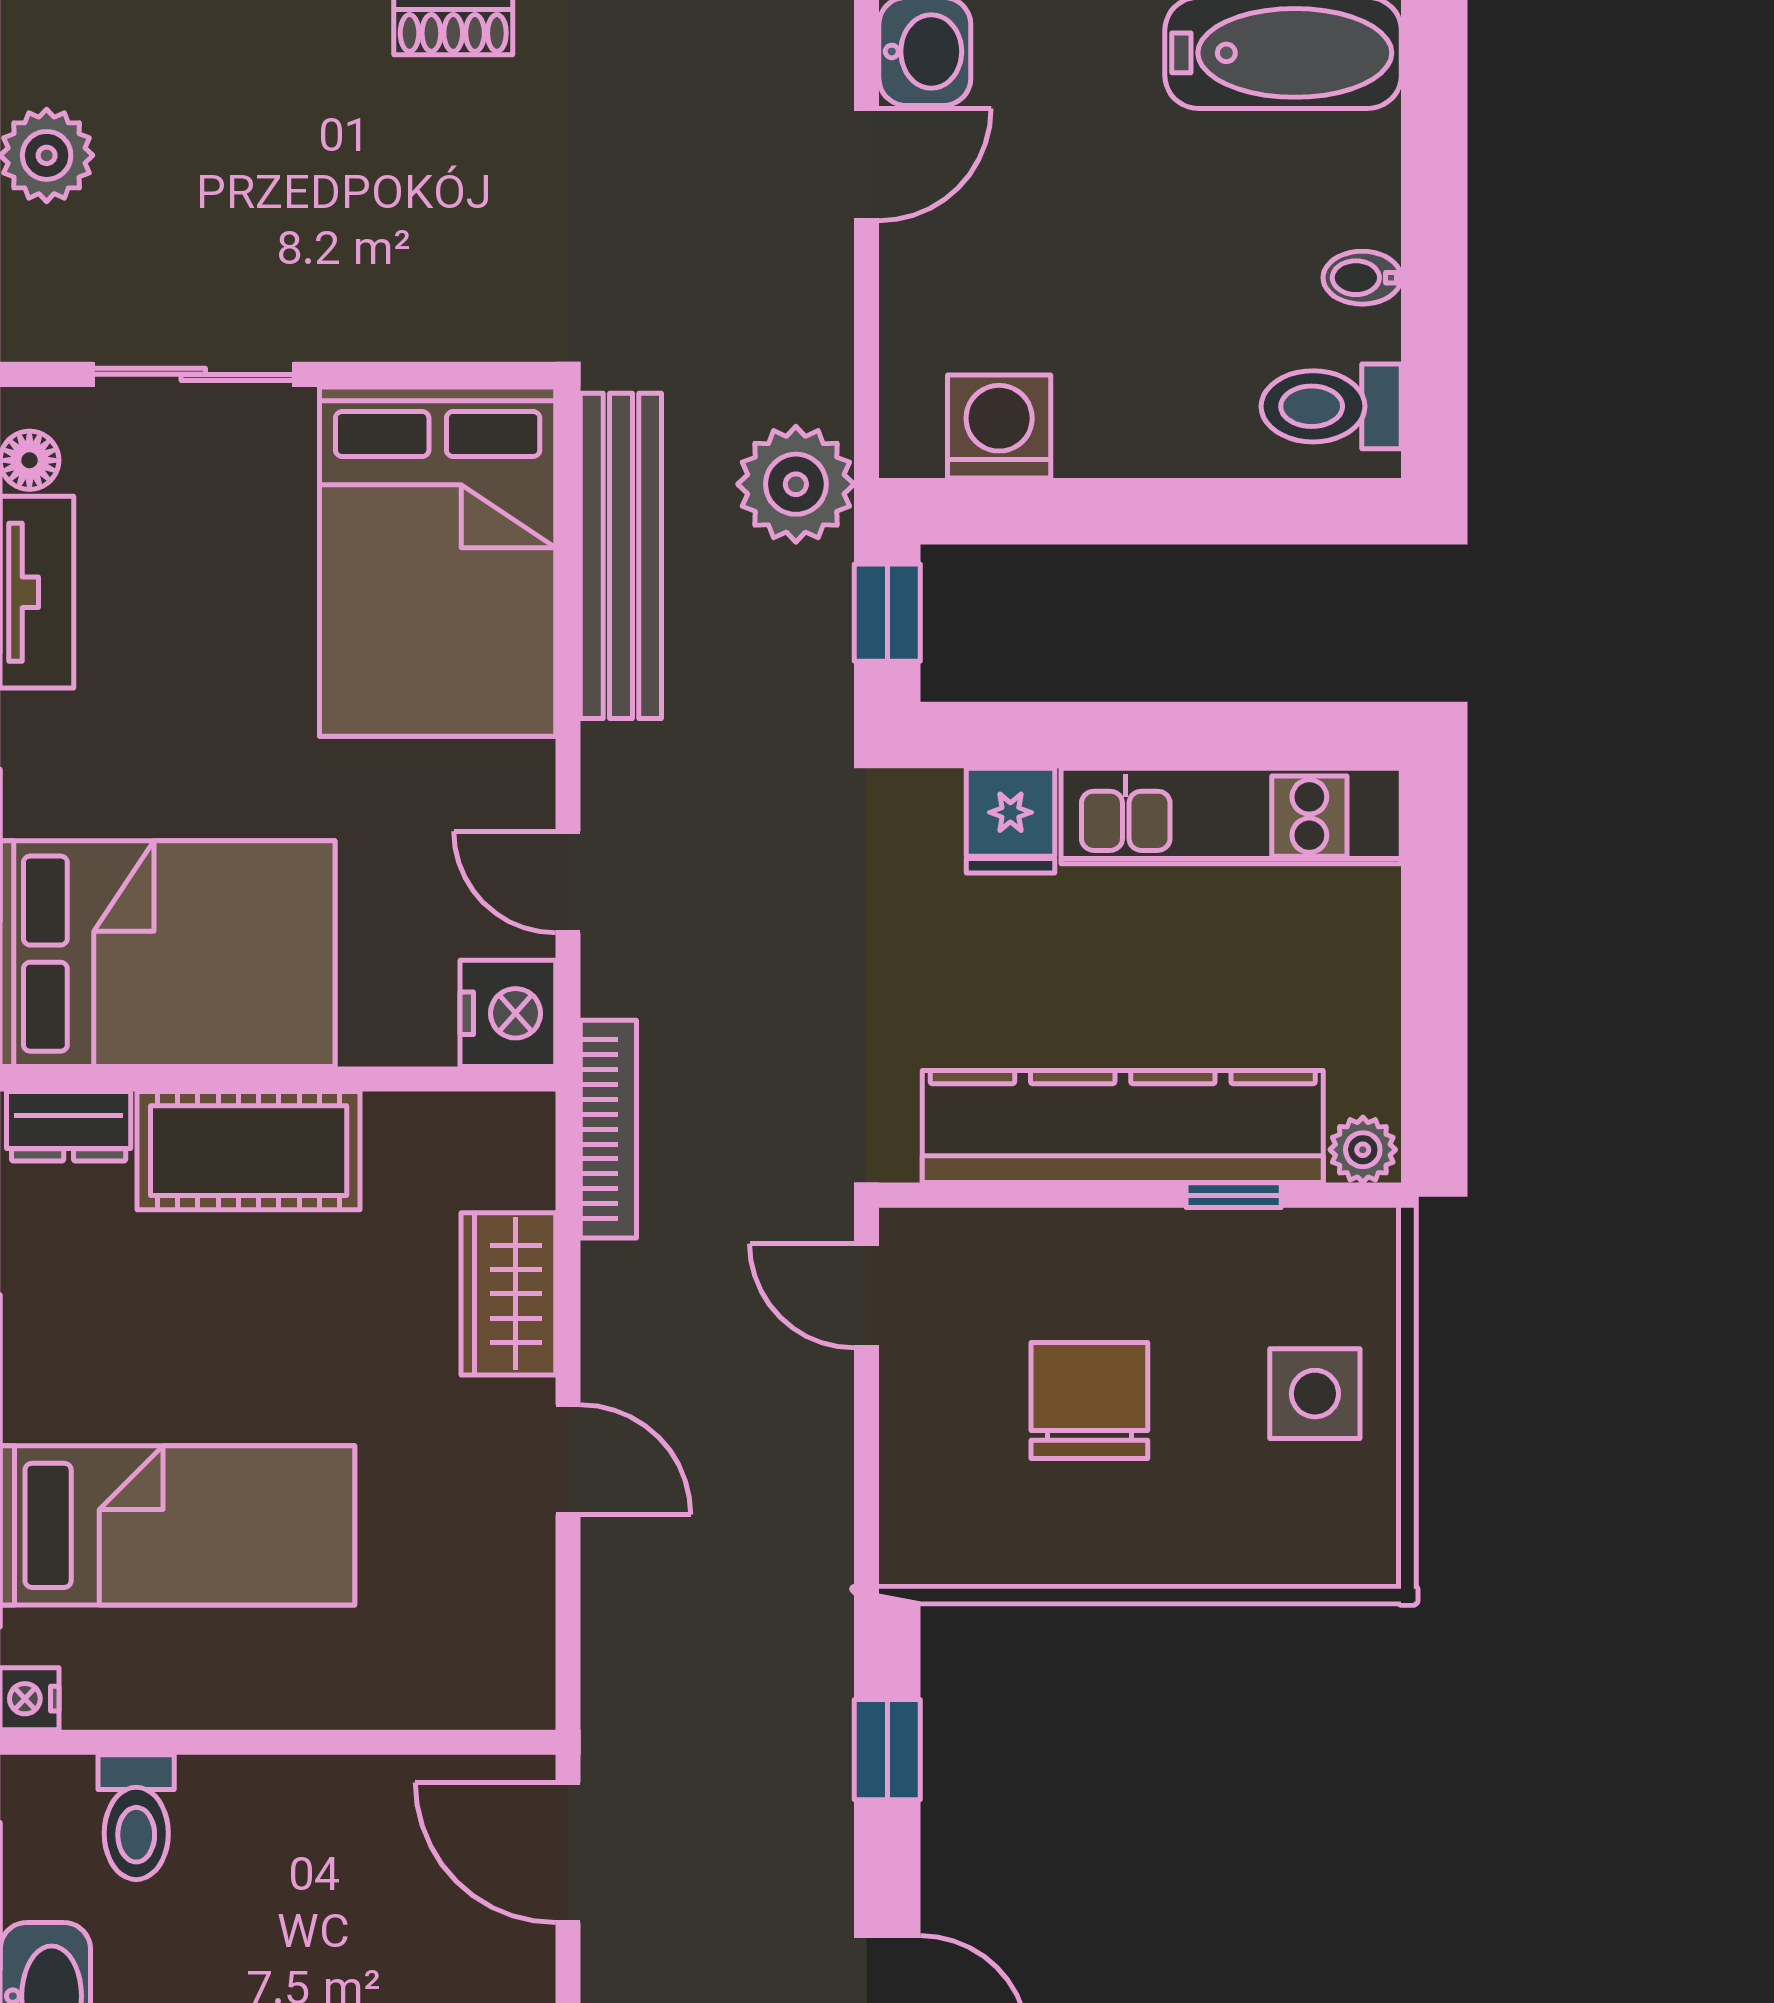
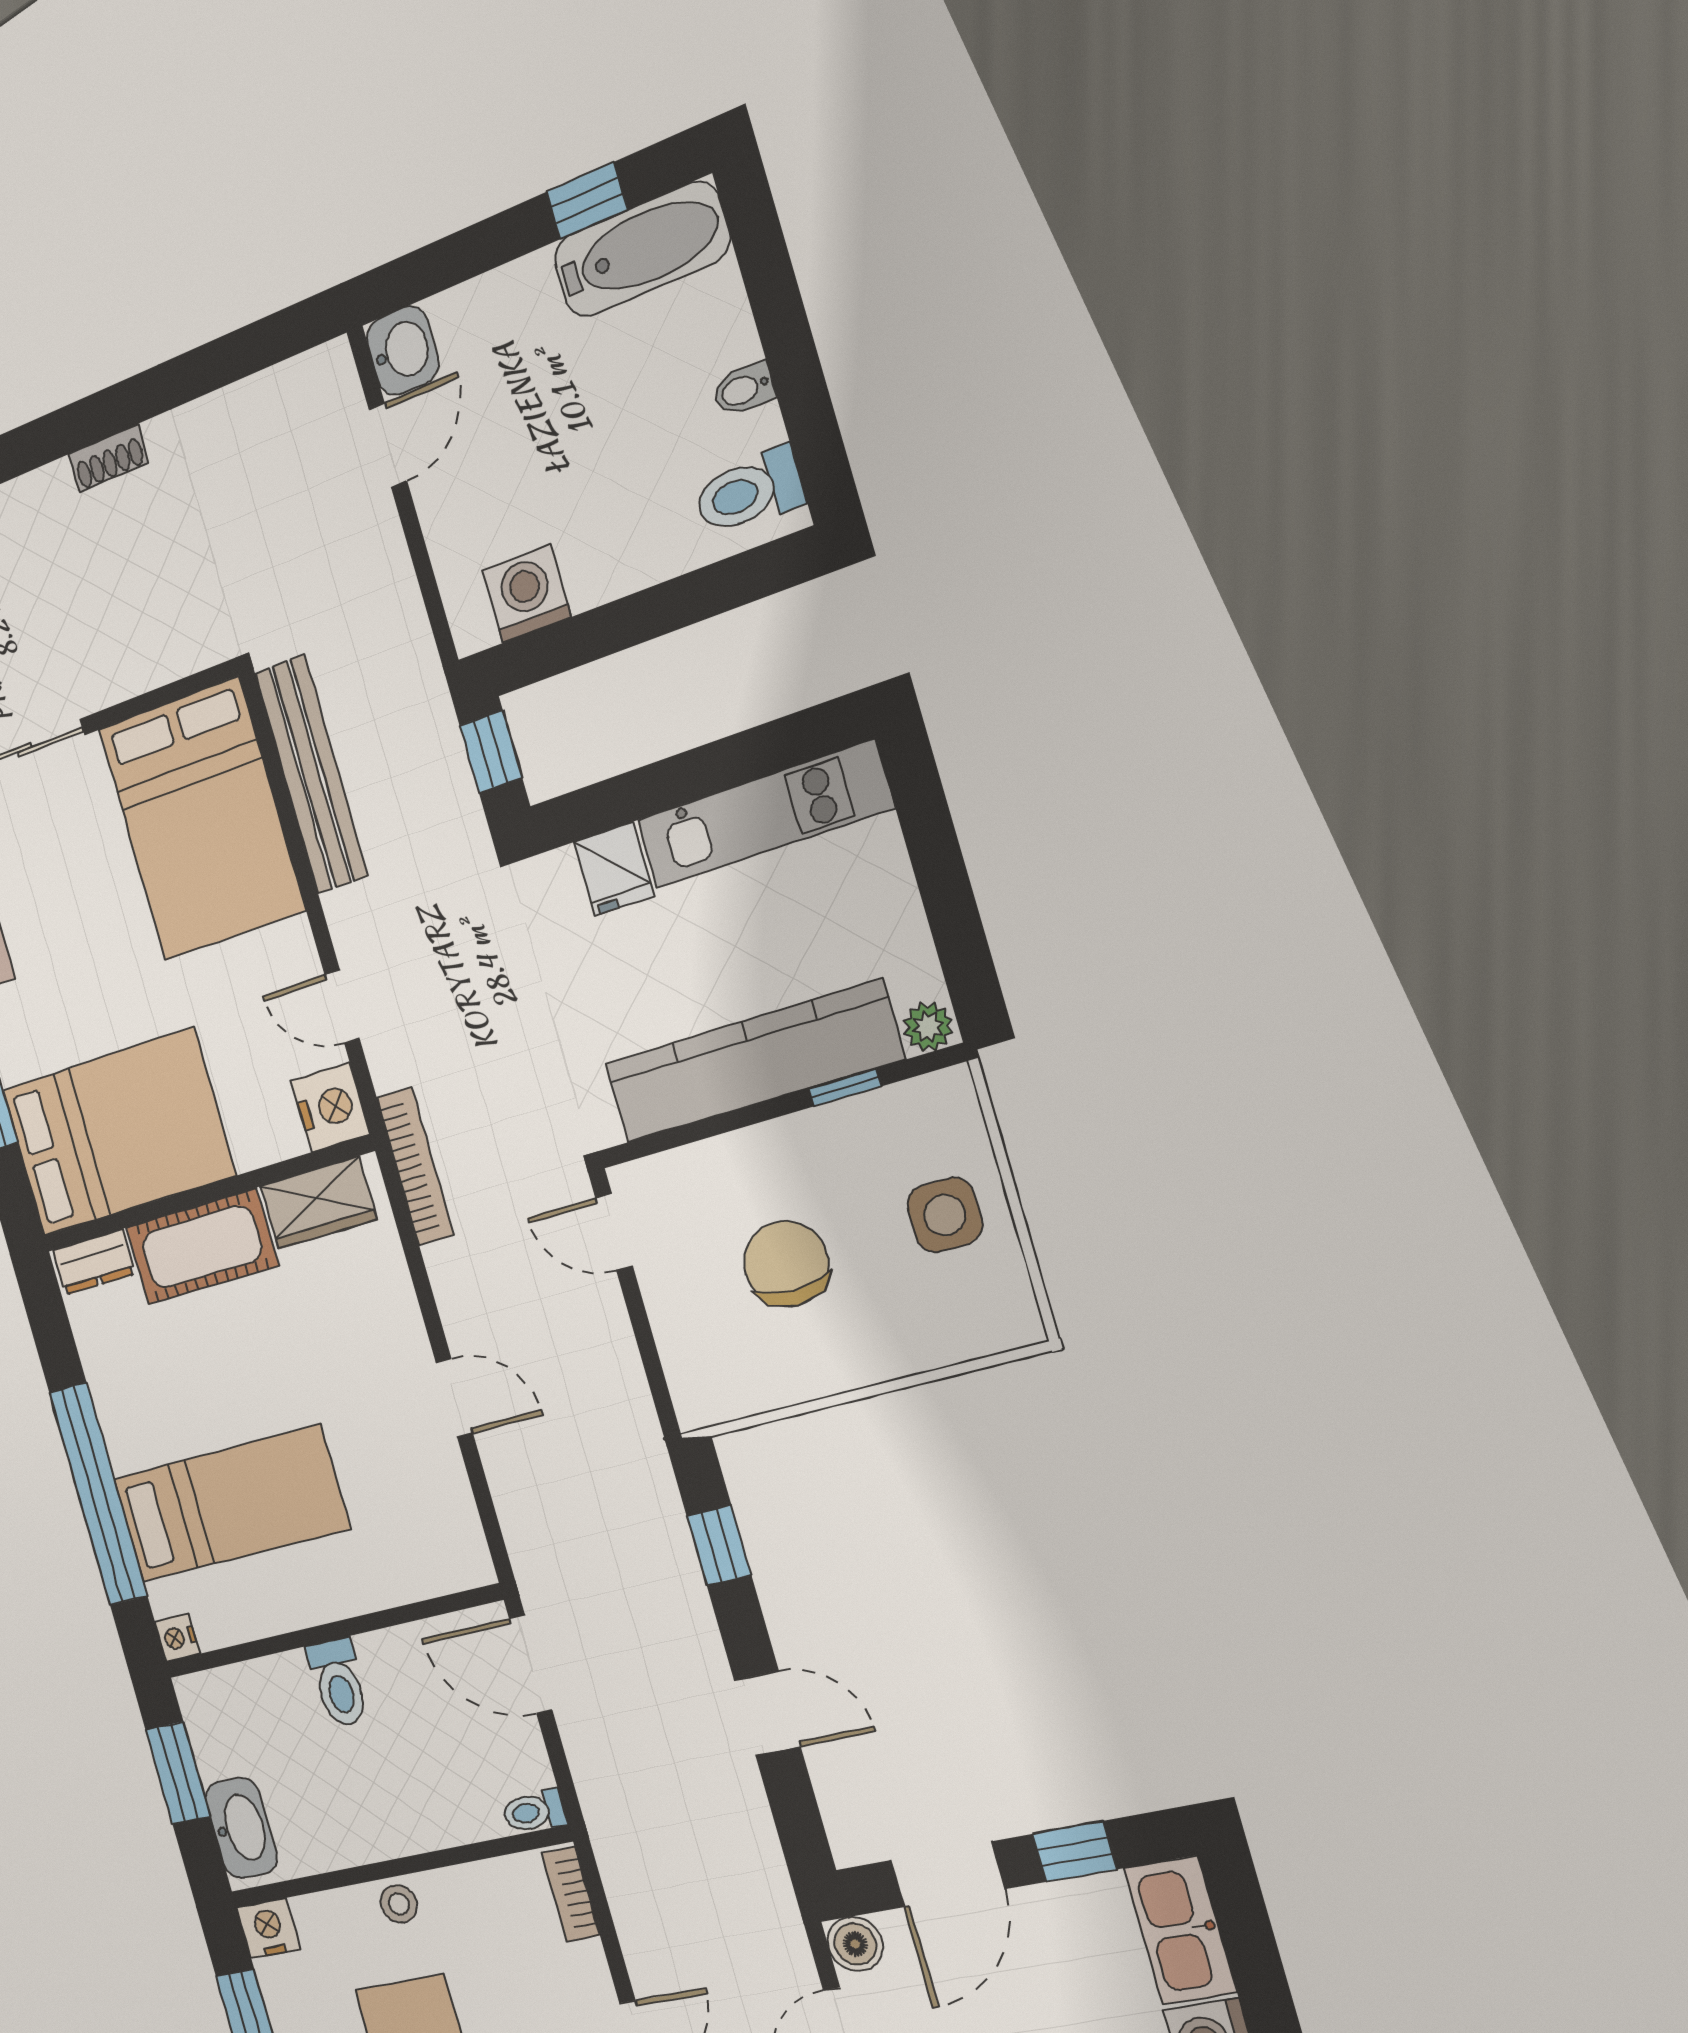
plant: (796, 484) -> (407, 684), removed
wardrobe: (508, 1294) -> (318, 1203), moved, turned -90
toilet: (136, 1817) -> (338, 1683), moved

